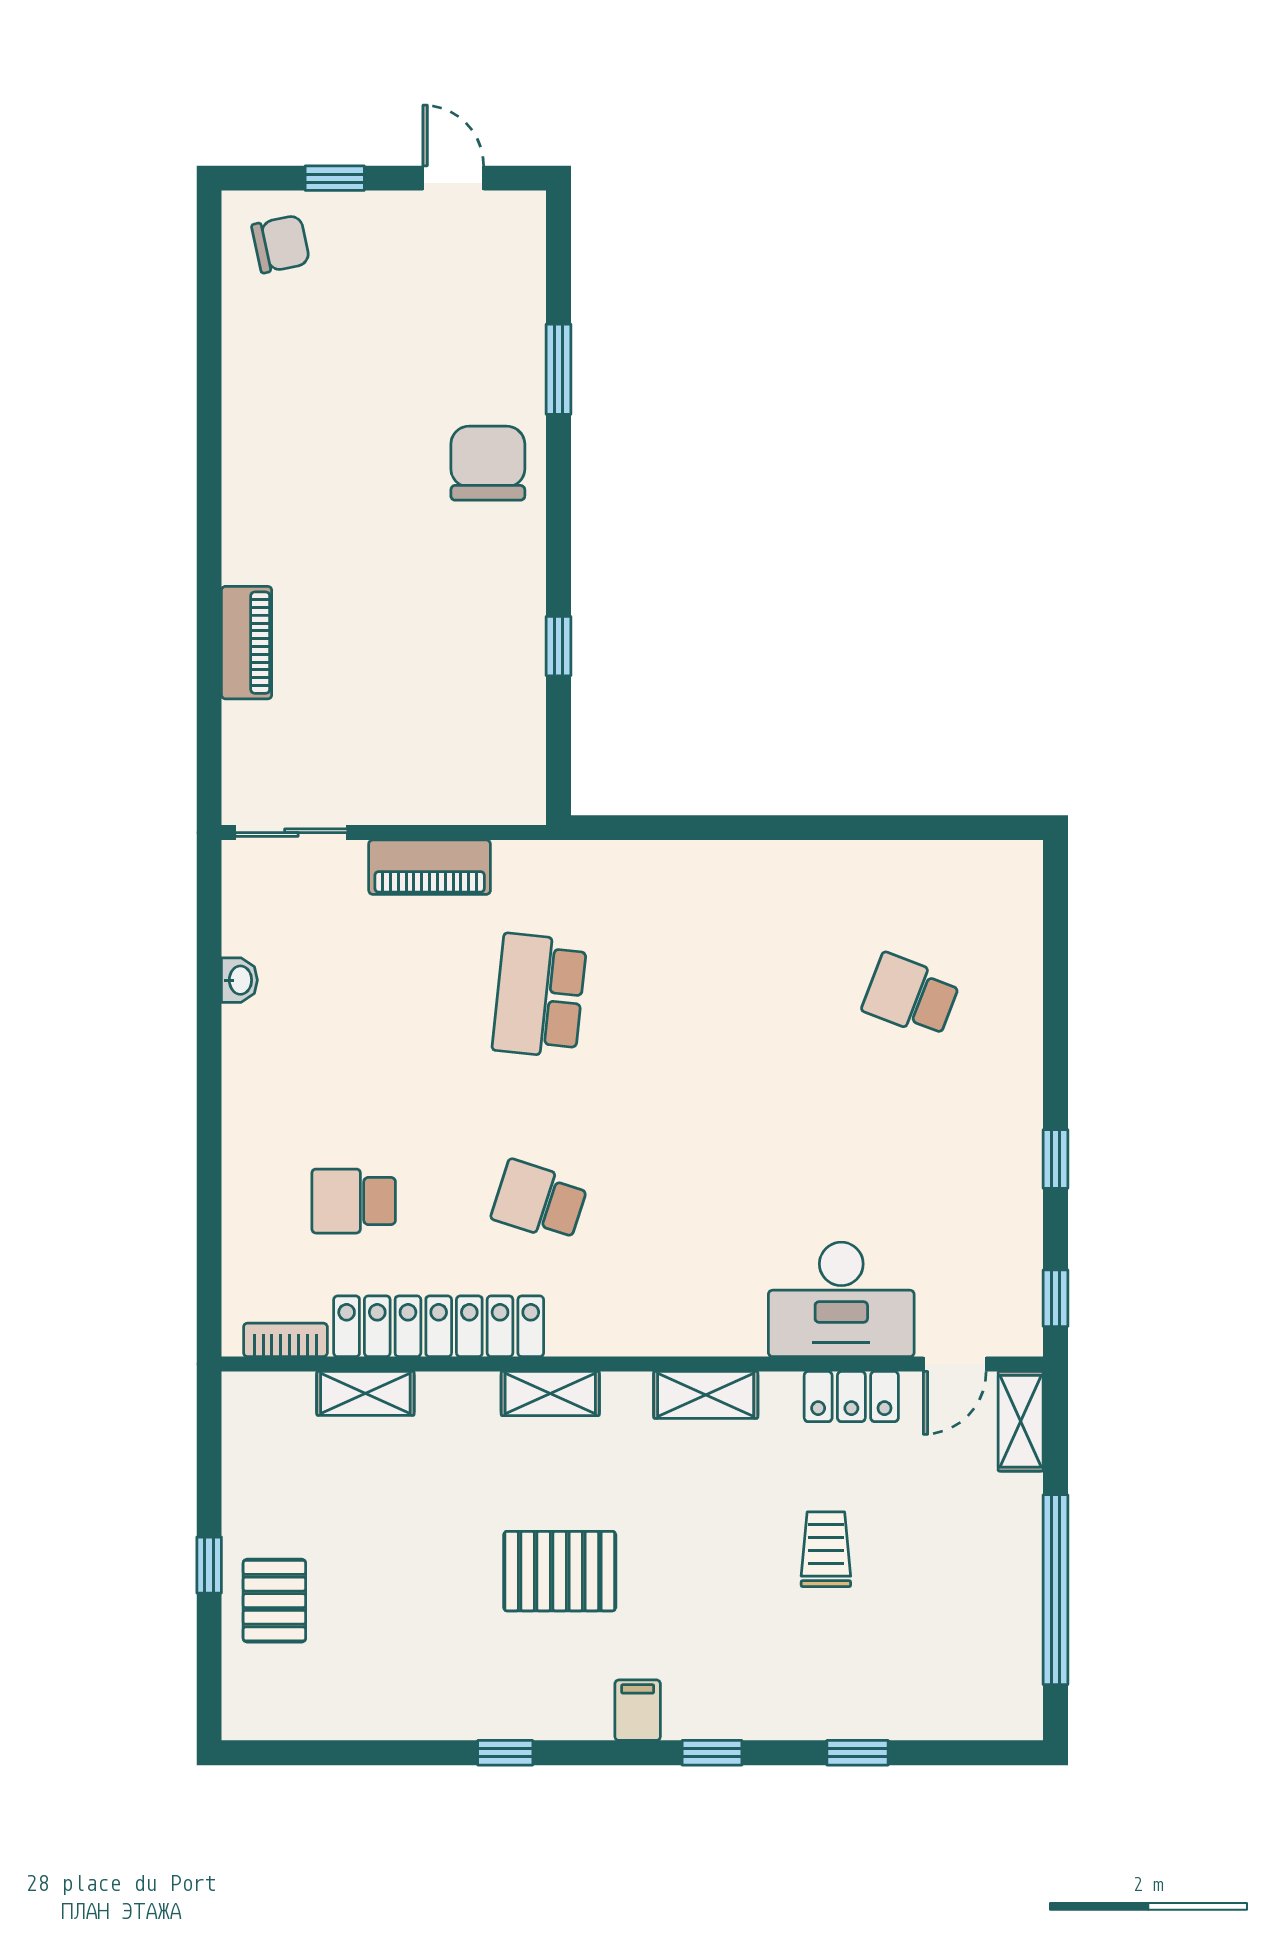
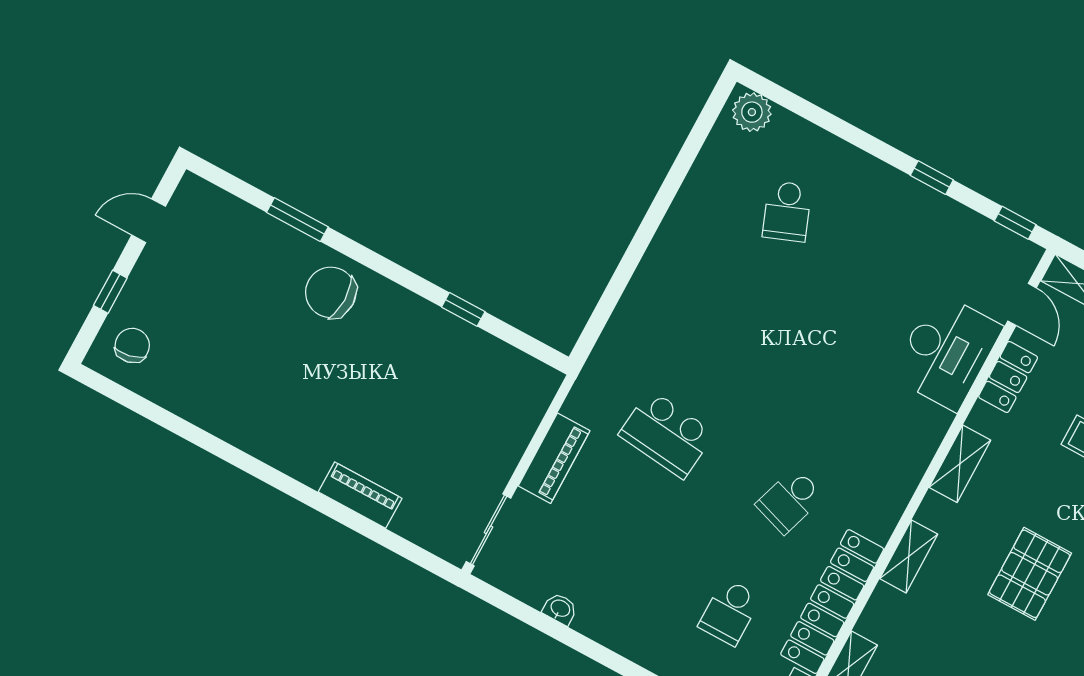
plant: (1015, 881) -> (752, 112), added
school desk: (911, 996) -> (787, 211), turned -42
pallet: (560, 1571) -> (1030, 574), moved

